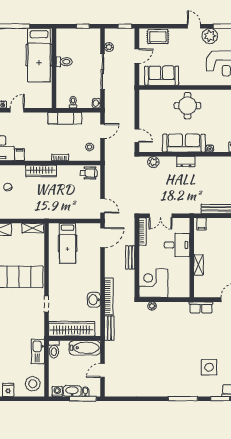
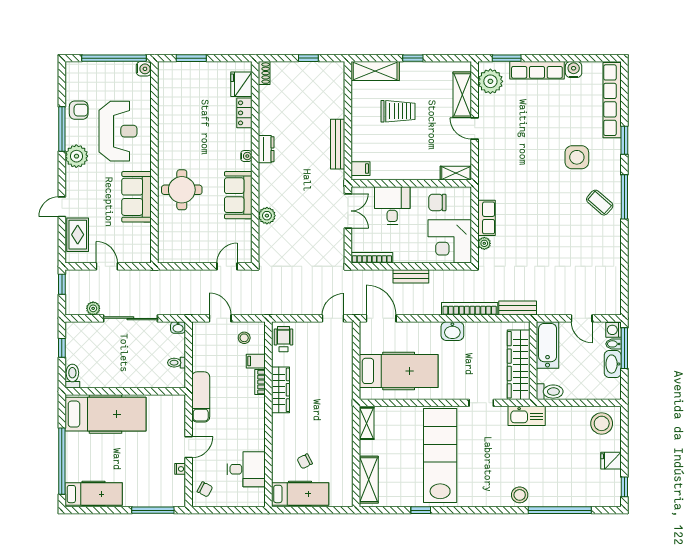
door: (194, 26) -> (62, 207), moved
toilet: (64, 62) -> (72, 376), moved
sofa: (162, 76) -> (137, 197), moved
door: (17, 110) -> (189, 447), swing flipped
exam couch: (65, 118) -> (201, 397), moved
sofa: (184, 143) -> (238, 195), width x0.73
filing cabinet: (20, 155) -> (256, 361), moved
plant: (153, 162) -> (267, 216), moved
dresser: (186, 162) -> (266, 149), moved
wardrobe: (41, 171) -> (280, 390), moved
double door: (161, 216) -> (348, 211), moved
hospital bed: (68, 243) -> (399, 371), width x1.37, depth x1.29
shelving: (199, 265) -> (456, 173), moved
chair: (179, 275) -> (437, 202), added
washbasin: (94, 300) -> (452, 331), moved
row of seats: (201, 307) -> (487, 218), moved
kitchen sink: (38, 351) -> (527, 416), moved
coffee table: (179, 382) -> (600, 203), added
washing machine: (57, 392) -> (613, 330), moved

